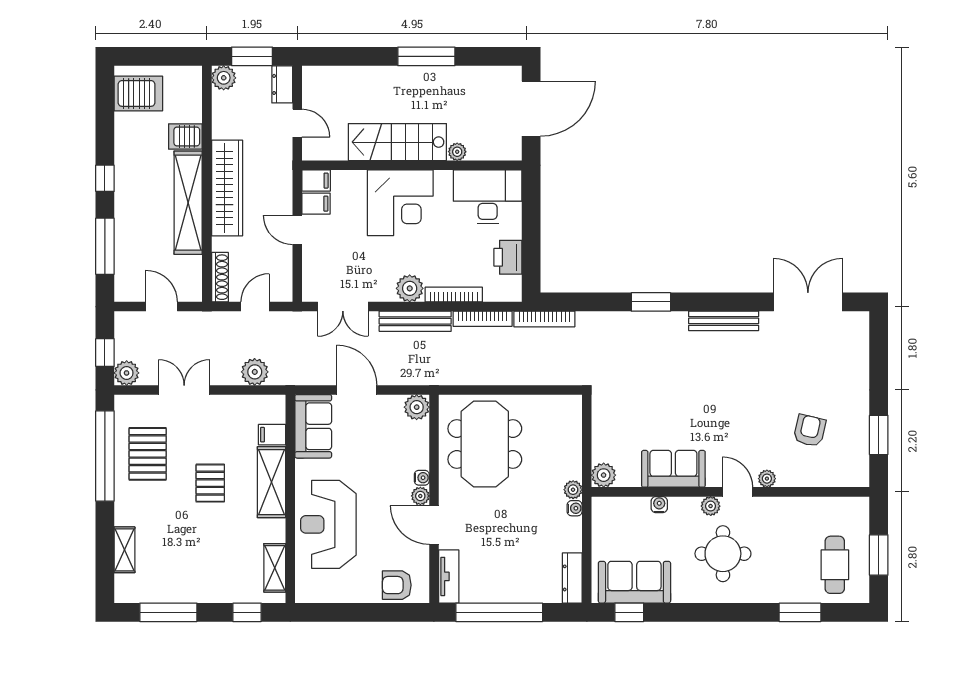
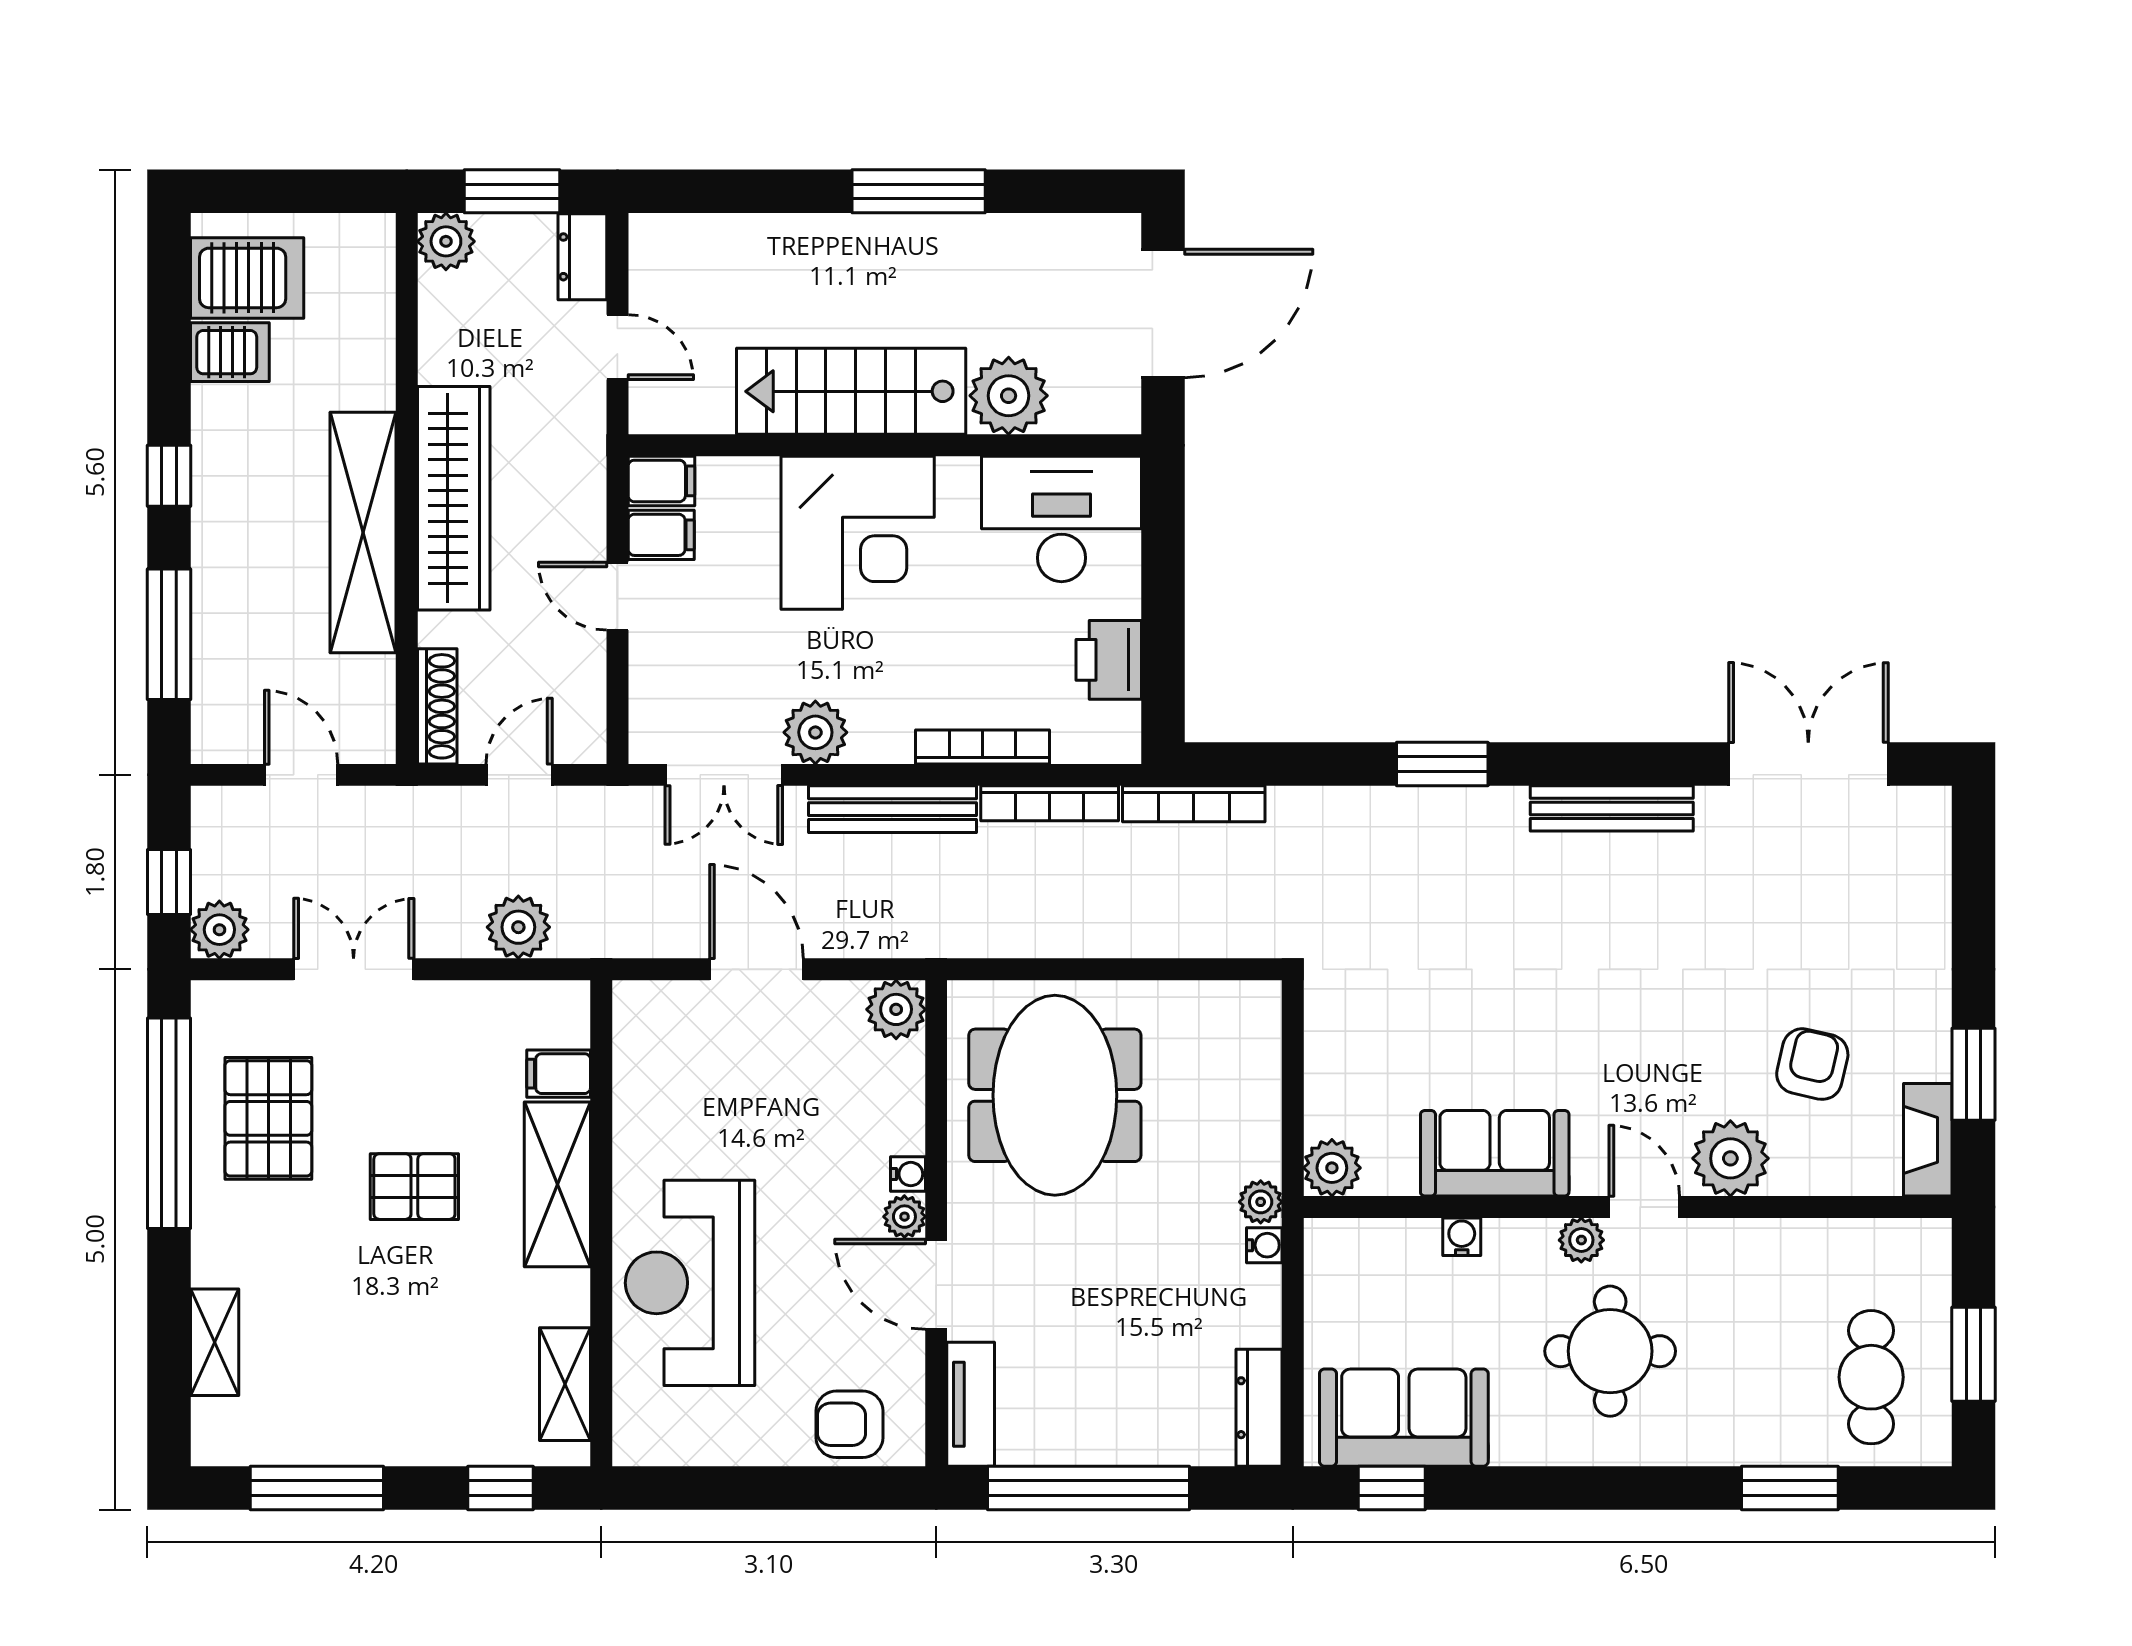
server rack: (185, 136) -> (230, 352), moved, turned 180
plant: (457, 152) -> (1009, 396), width x1.87, depth x1.87
plant: (410, 288) -> (815, 732), moved
sofa: (313, 426) -> (655, 1054), removed
fireplace: (859, 463) -> (1928, 1140), added
plant: (767, 479) -> (1730, 1158), width x1.88, depth x1.88
pallet: (210, 483) -> (414, 1187), turned 90

